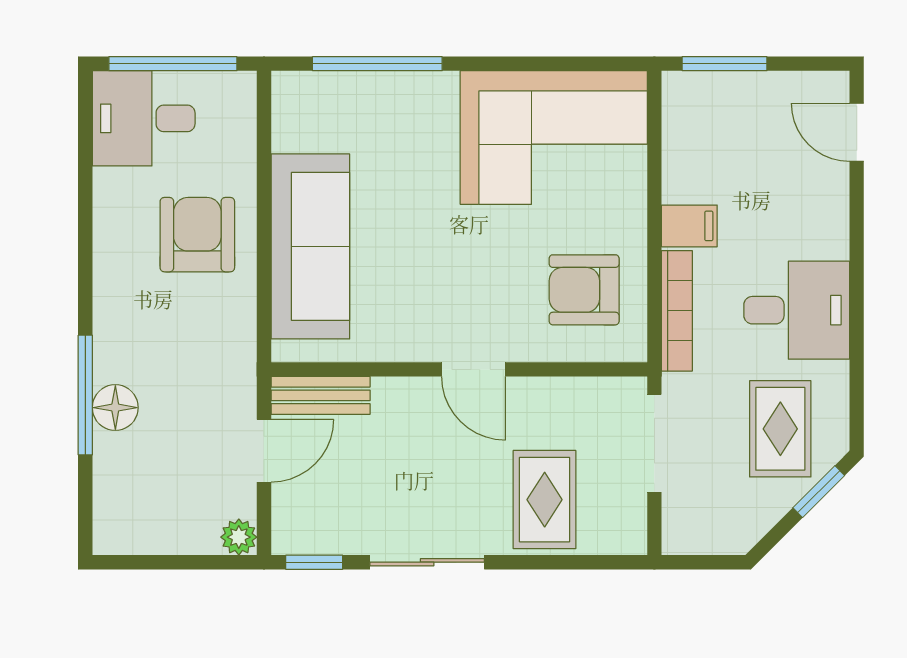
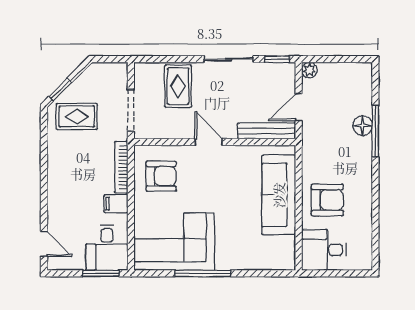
window: (173, 64) -> (338, 273), removed
window: (377, 64) -> (203, 273), moved
desk: (144, 118) -> (324, 250), moved, turned 180
armchair: (197, 235) -> (327, 200), turned -90
desk: (797, 310) -> (107, 248), moved, turned -90
bench: (321, 395) -> (267, 131), width x1.36
rug: (780, 429) -> (77, 117), turned 90

